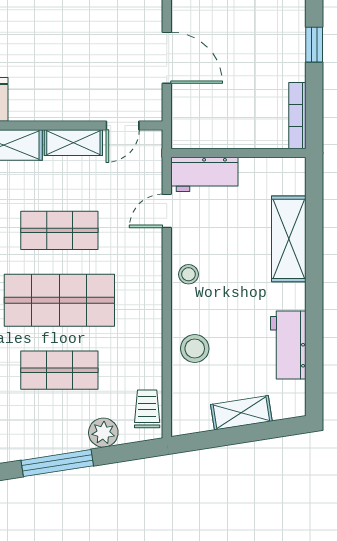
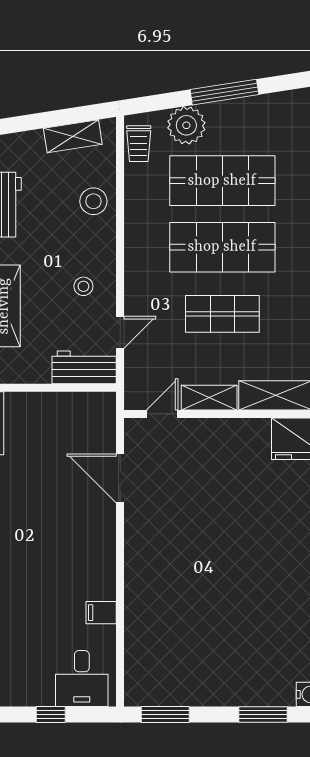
stool: (189, 274) -> (83, 286), moved
shop shelf: (59, 370) -> (222, 181), width x1.43, depth x1.36
shelving: (241, 413) -> (73, 136), moved
plant: (103, 433) -> (186, 125), width x1.36, depth x1.36

